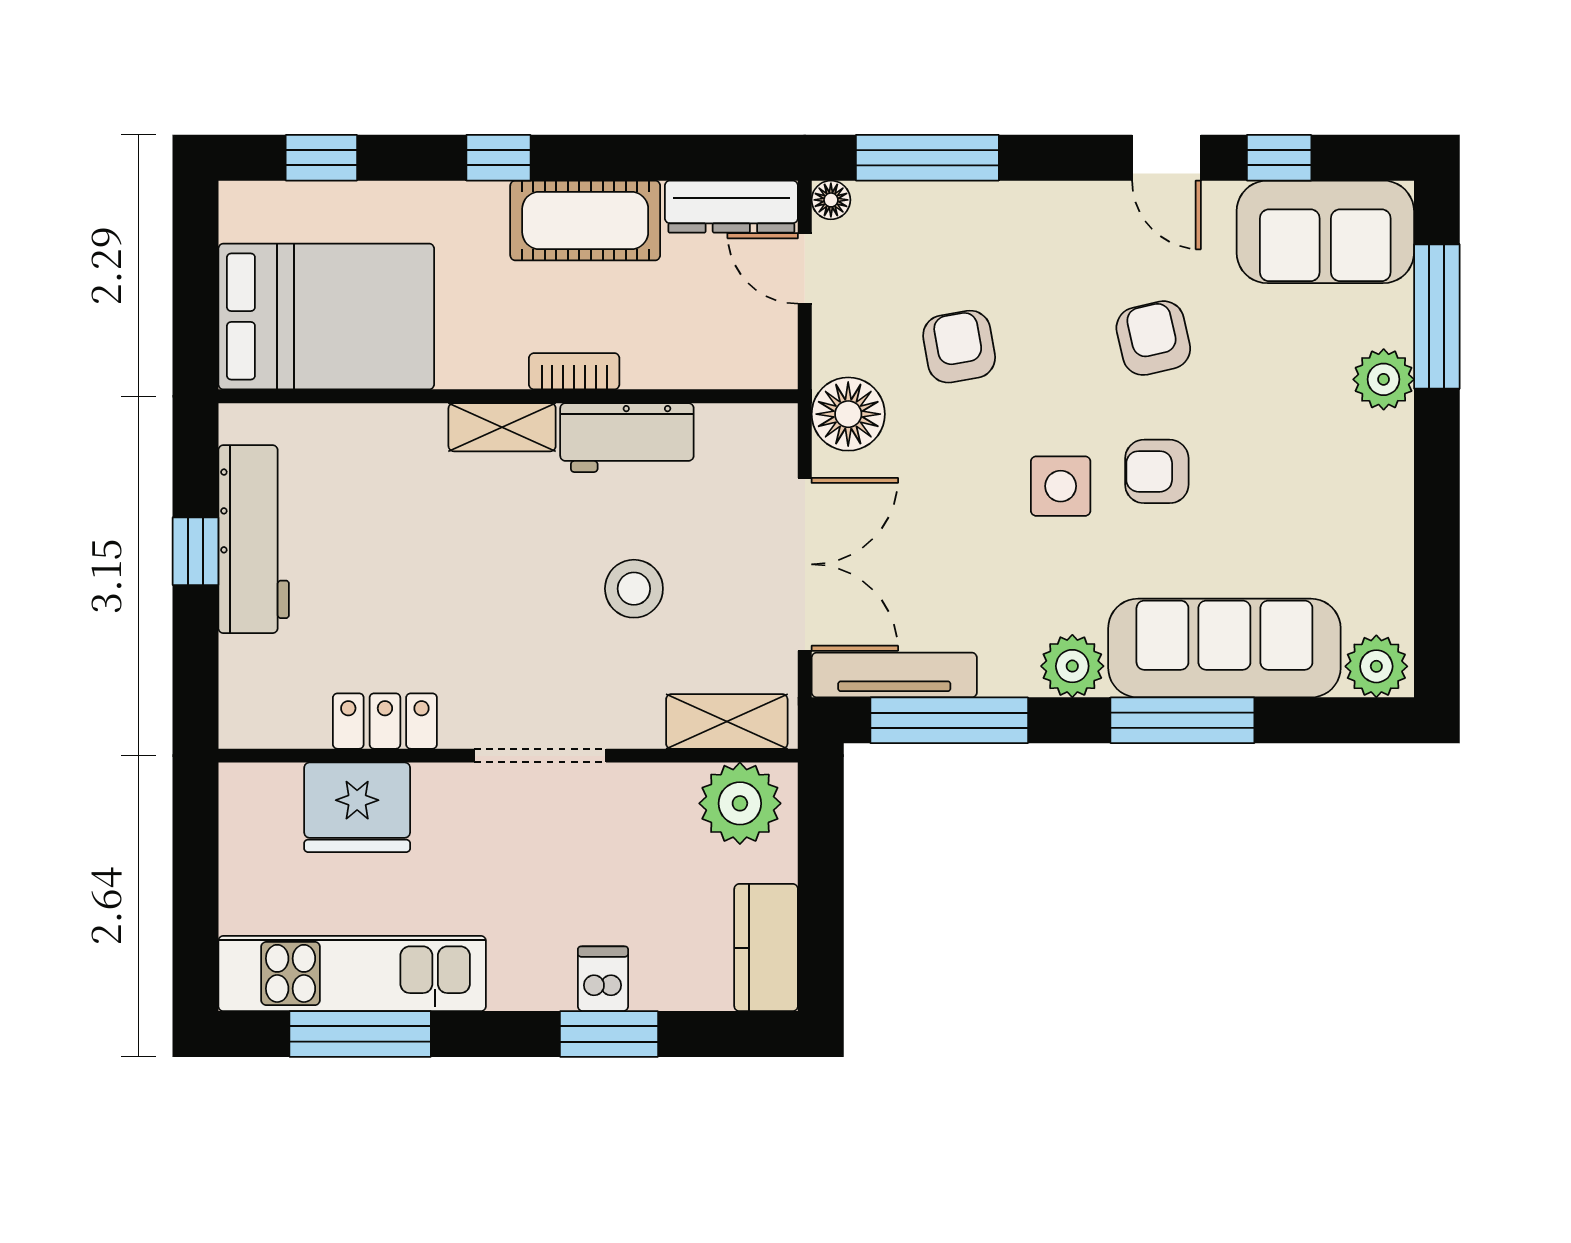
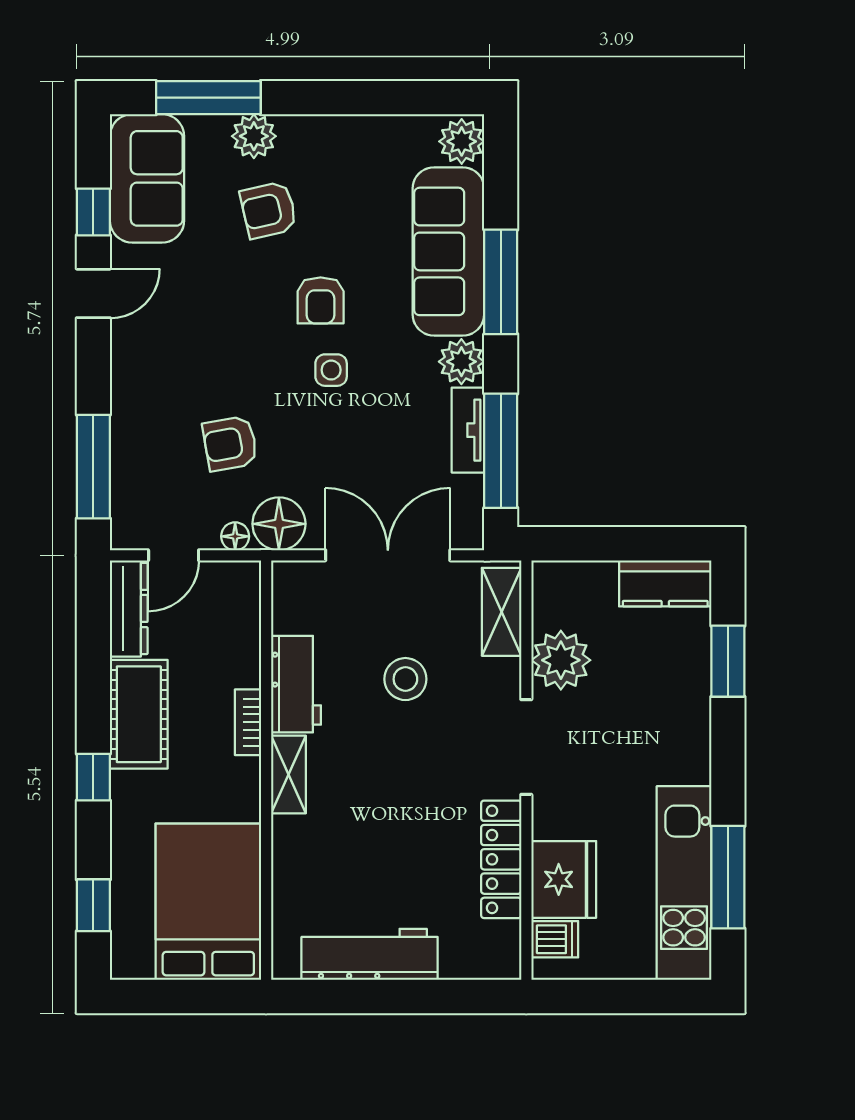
floor lamp: (831, 200) -> (235, 536), moved
armchair: (1153, 338) -> (269, 210), moved
side table: (1061, 486) -> (331, 370), width x0.73, depth x0.73
window: (195, 551) -> (378, 997), removed
tv unit: (894, 675) -> (468, 430), moved, width x0.71
locker: (385, 721) -> (501, 859), width x1.53
plant: (740, 803) -> (561, 660), moved
dishwasher: (603, 979) -> (555, 939), moved, turned 180
window: (609, 1034) -> (728, 661), moved

